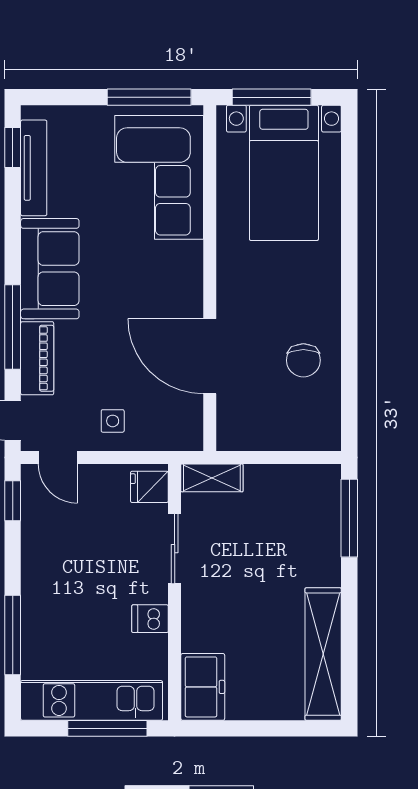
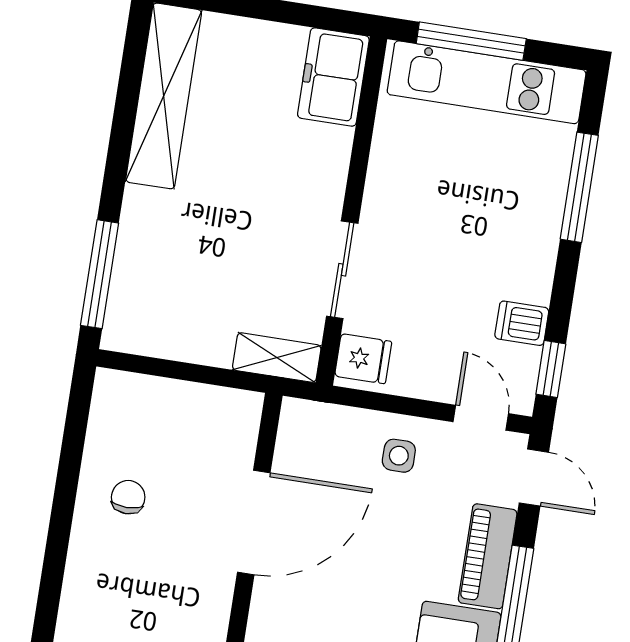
door: (210, 356) -> (254, 523), hinge flipped
chair: (303, 360) -> (128, 497), width x0.73, depth x0.73
dishwasher: (150, 619) -> (522, 323), moved, turned 180

